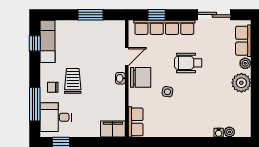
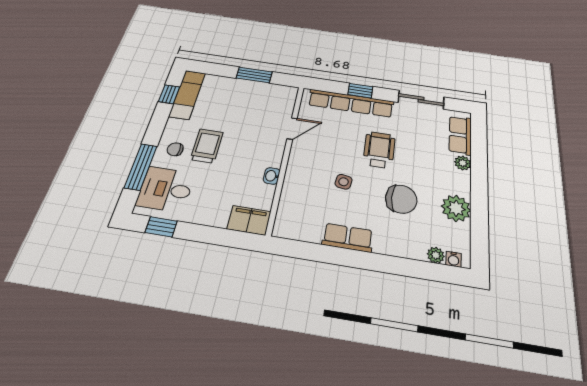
window: (157, 15) -> (360, 91), moved
wheelchair: (188, 63) -> (379, 150), turned 90
chair: (141, 77) -> (401, 199), moved
washbasin: (120, 78) -> (272, 176), moved
plant: (241, 83) -> (456, 208), moved
row of seats: (136, 122) -> (348, 238), moved, turned -90
water cooler: (219, 133) -> (454, 259), moved

